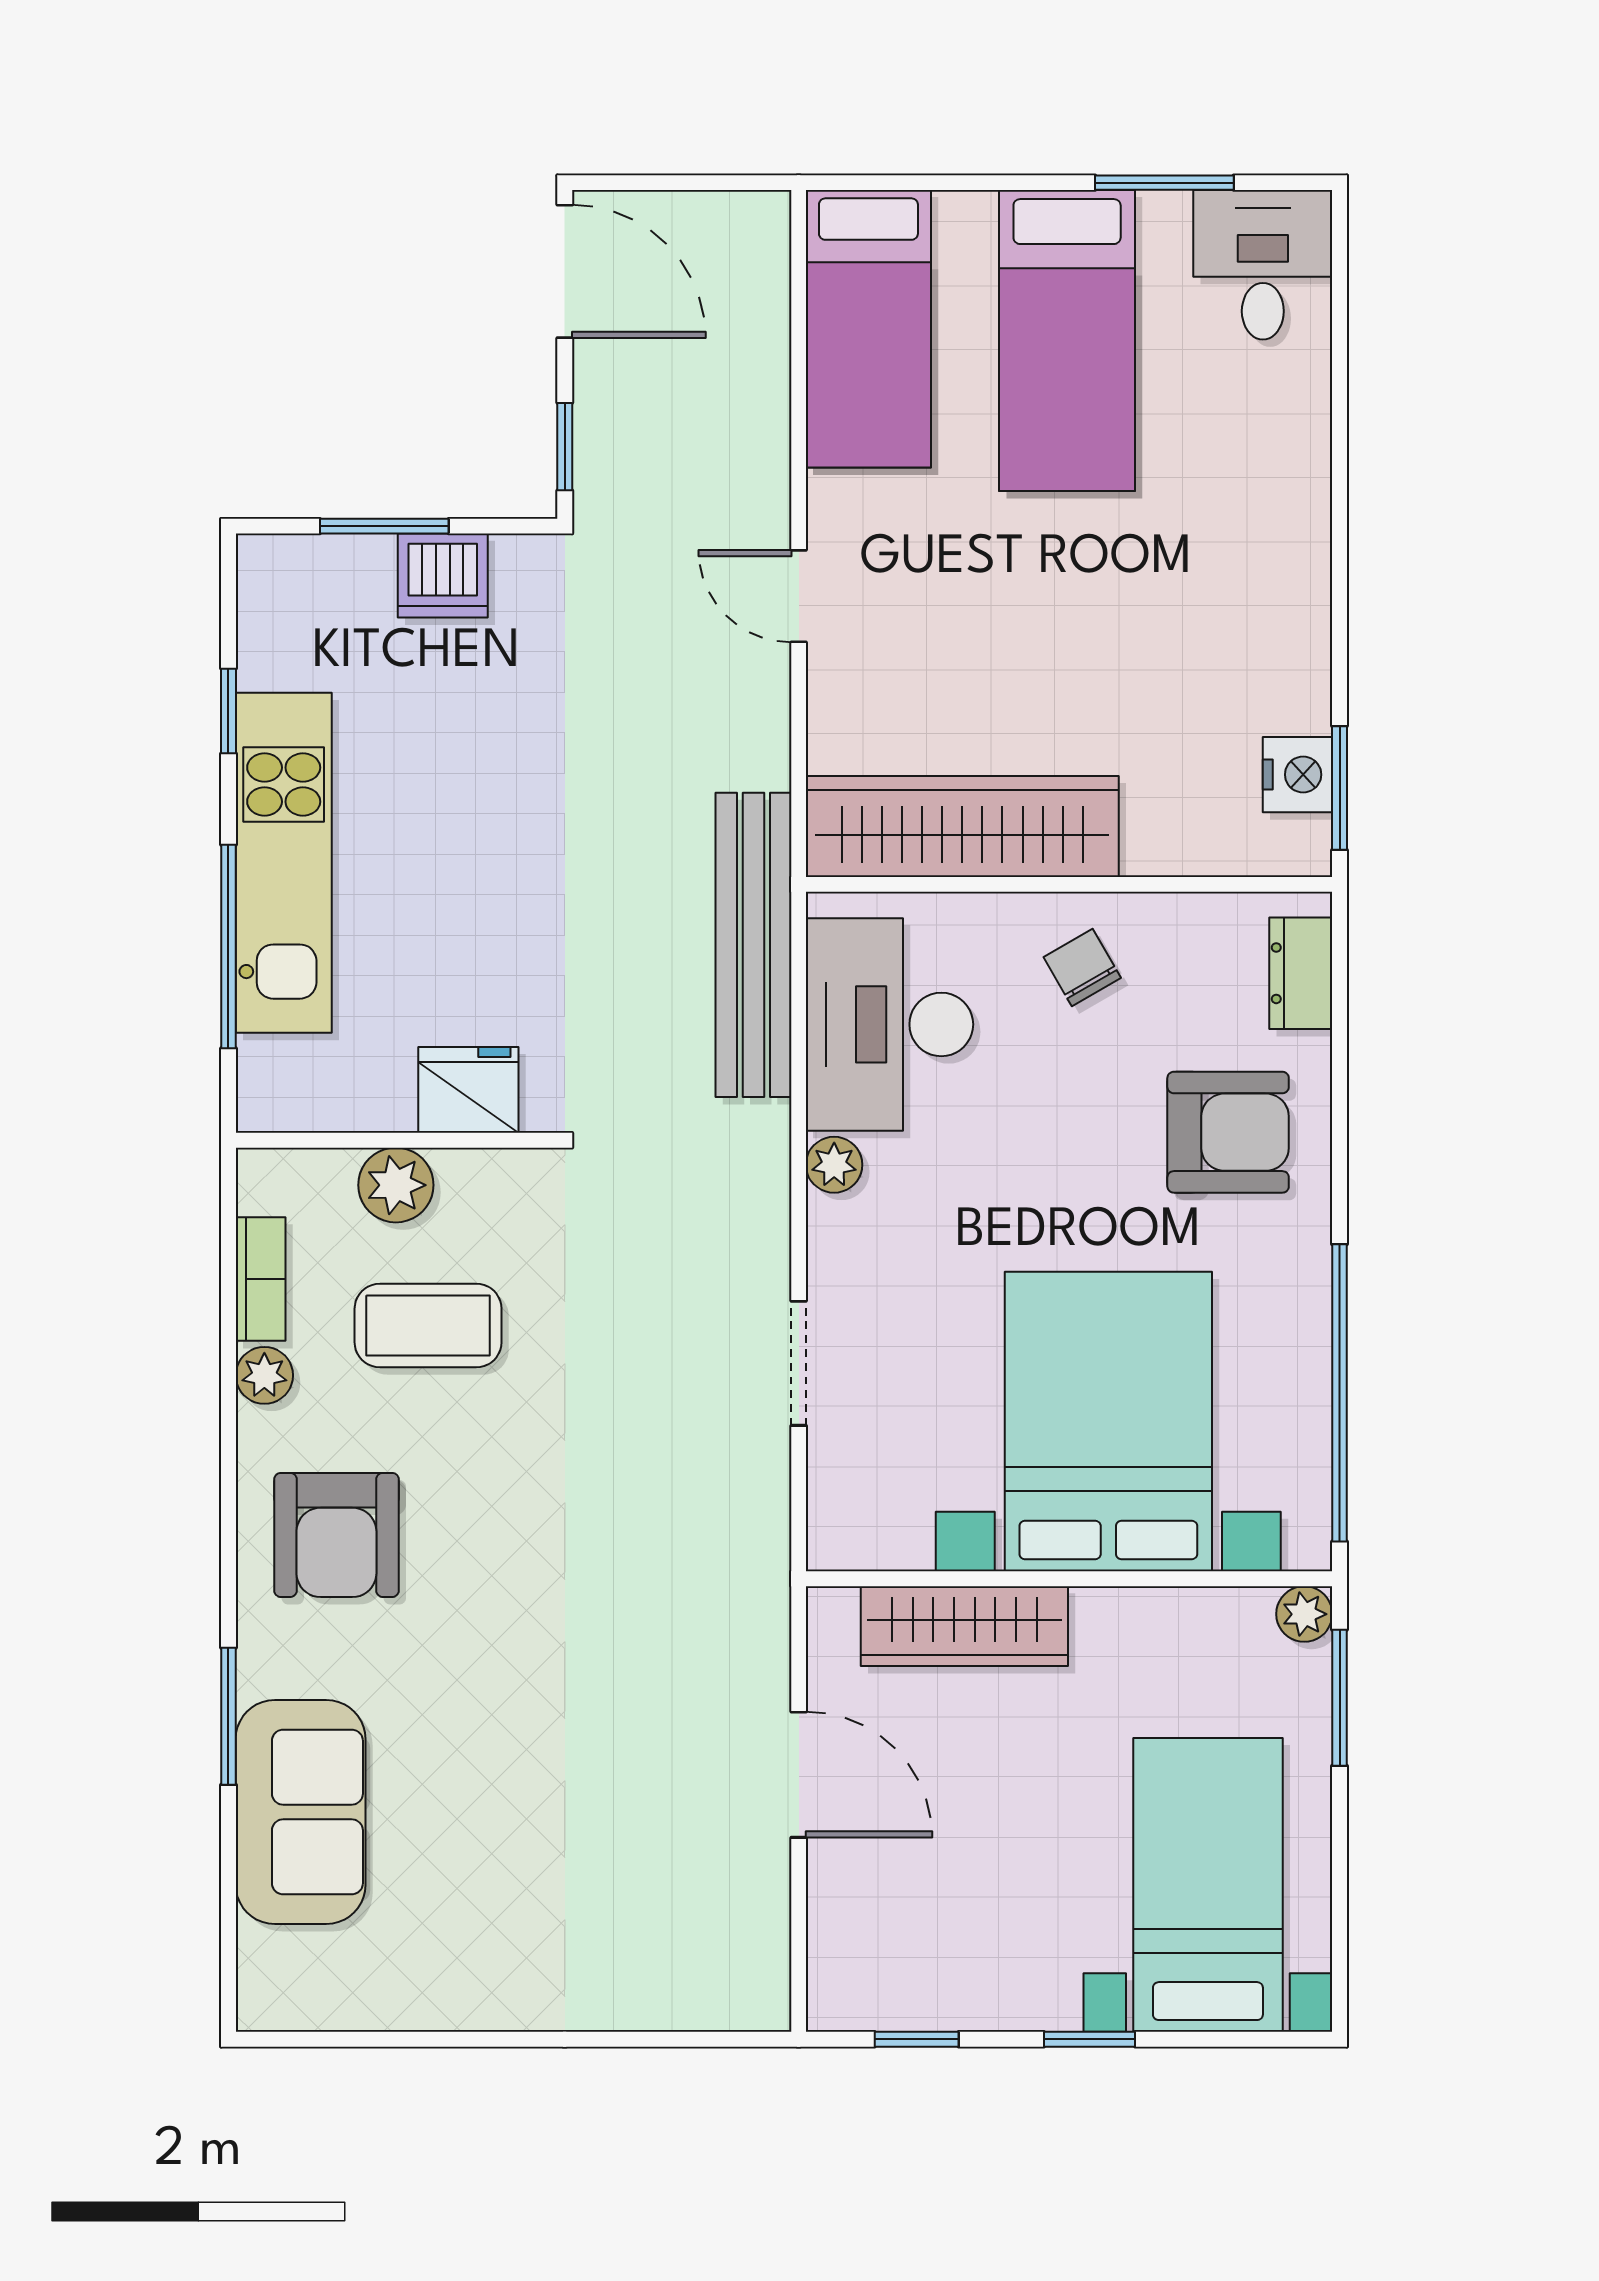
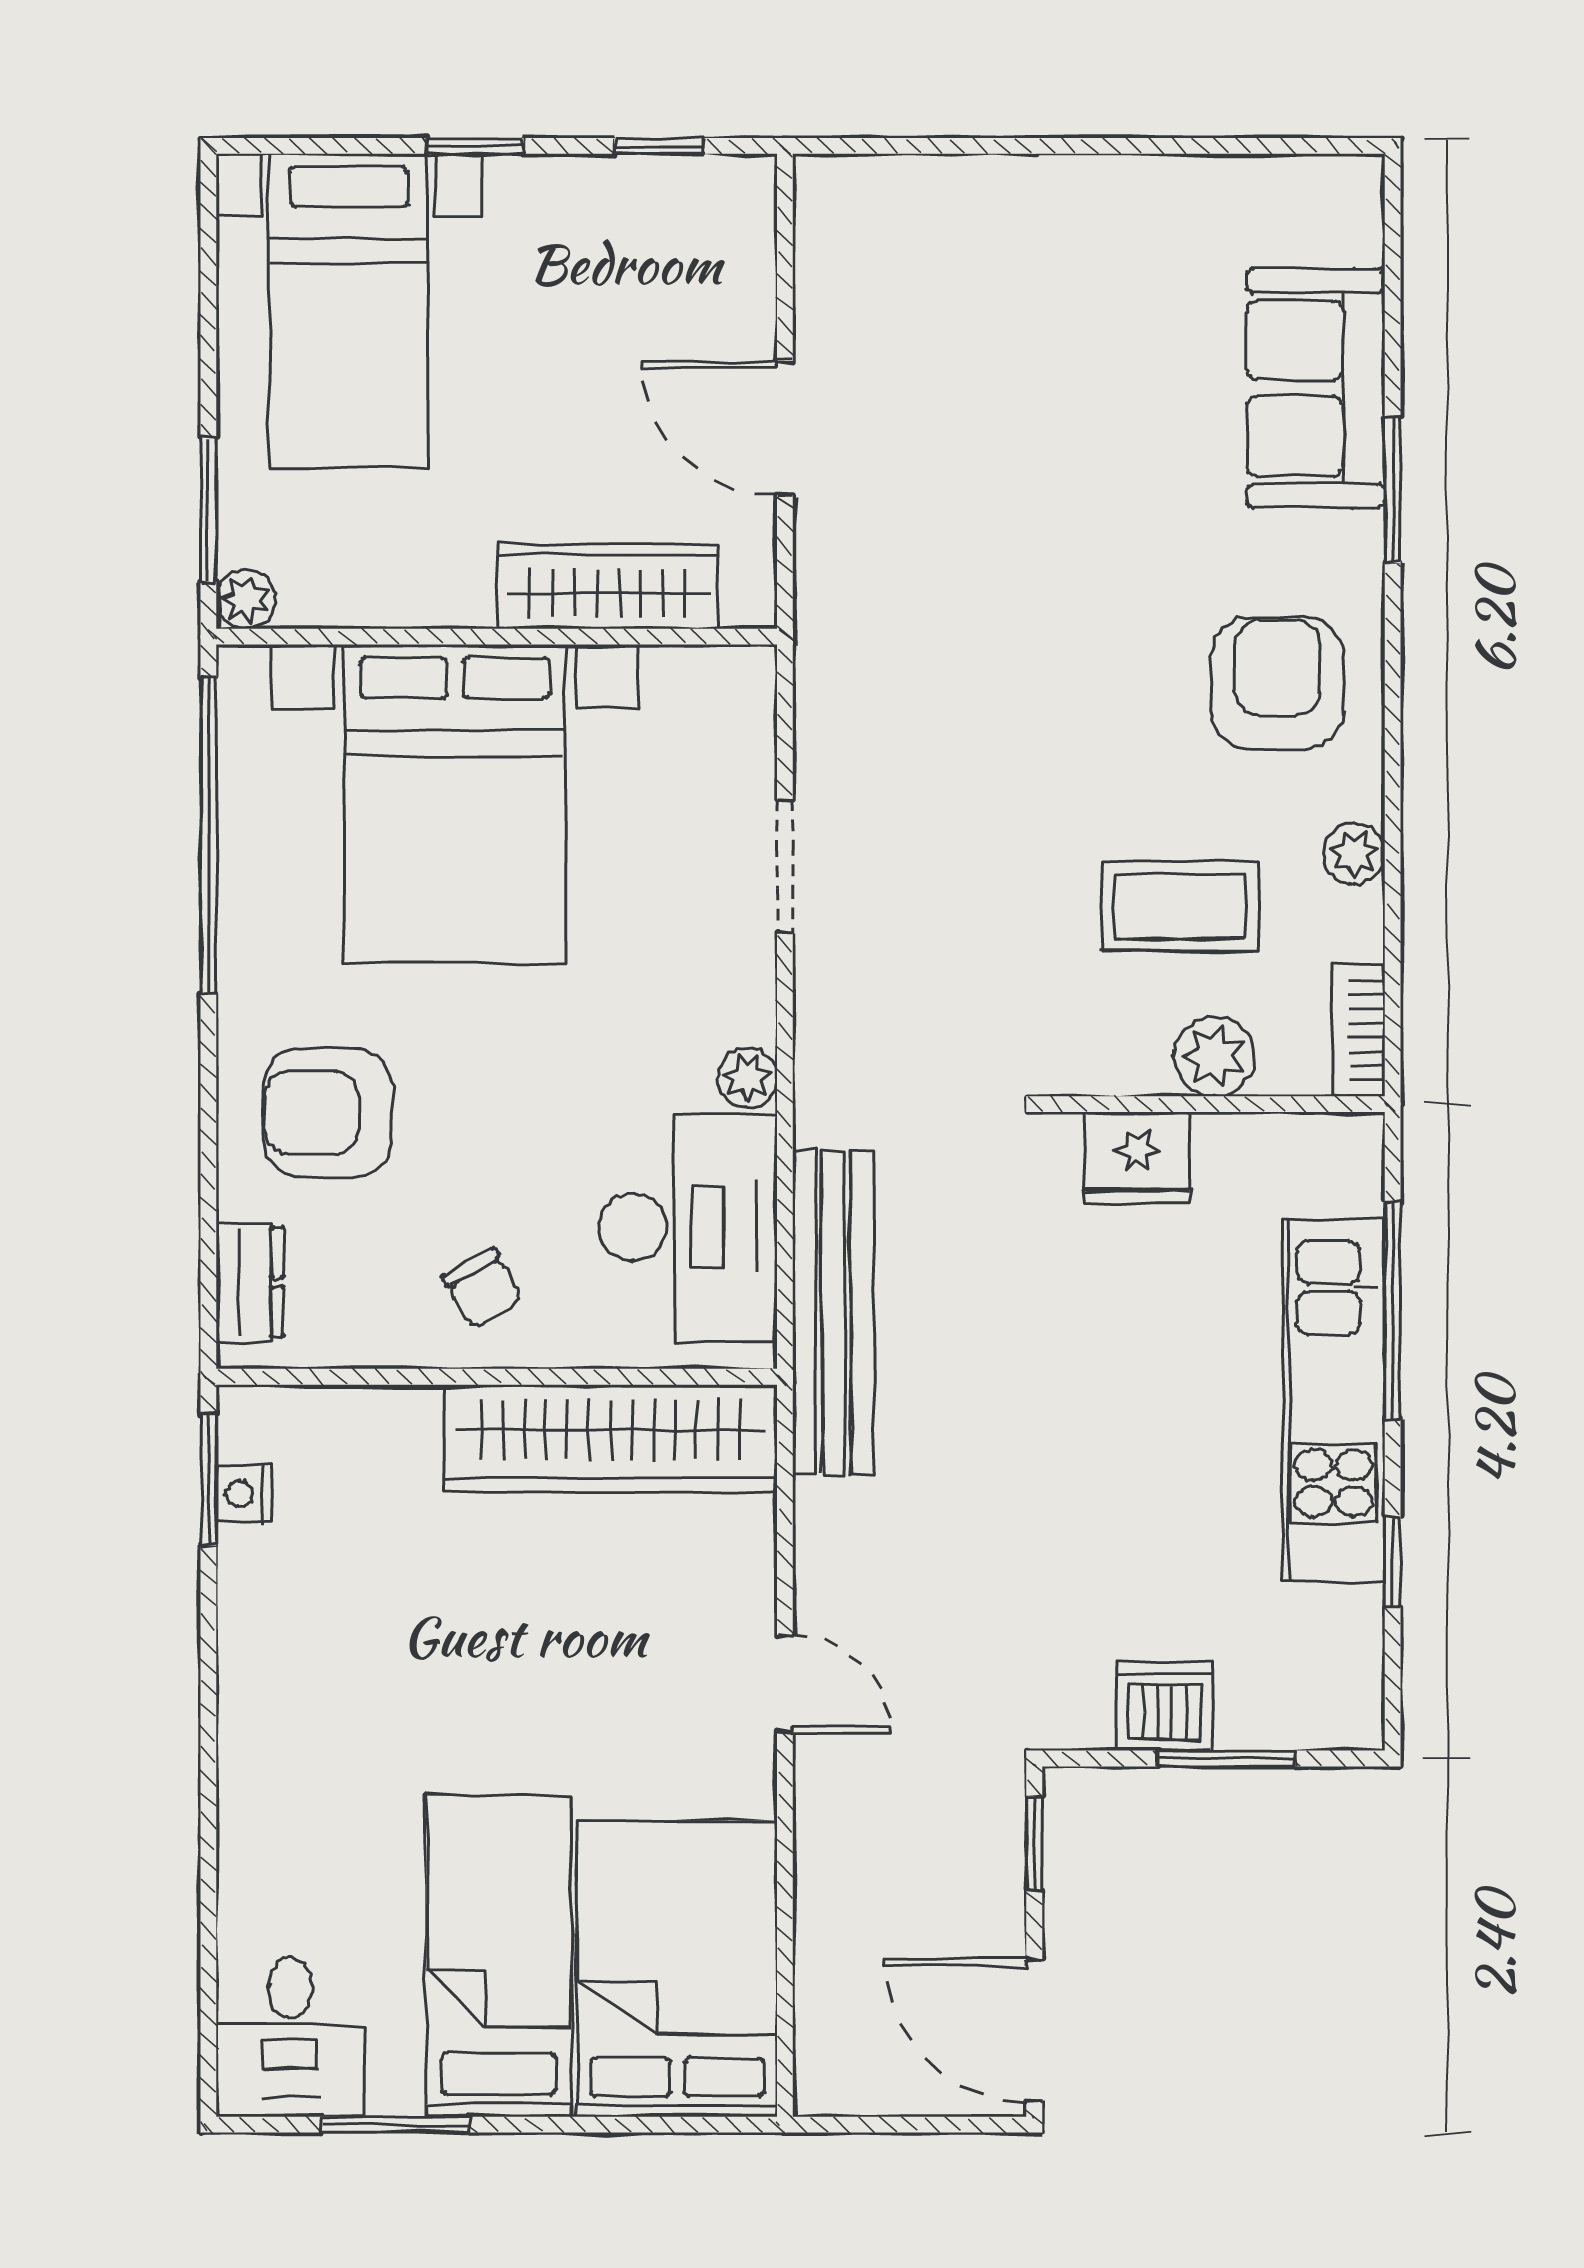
bed: (868, 329) -> (677, 1969), width x1.50
nightstand: (1298, 775) -> (244, 1494), width x0.72, depth x0.74
bookcase: (261, 1279) -> (1358, 1030), moved

